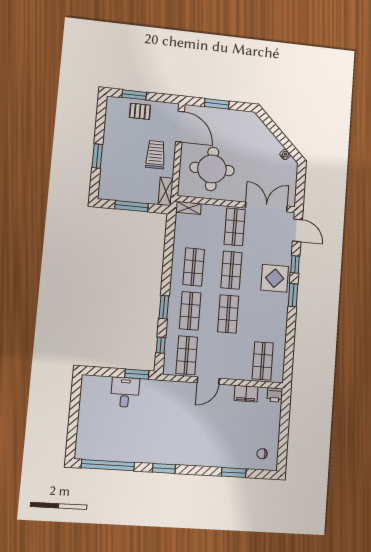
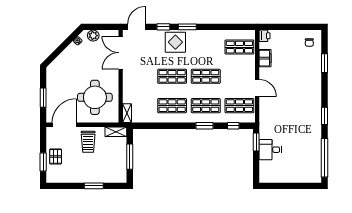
trolley: (156, 155) -> (88, 142), turned -90
plant: (290, 175) -> (93, 36), added
shop shelf: (235, 227) -> (138, 76), removed

